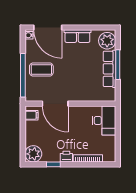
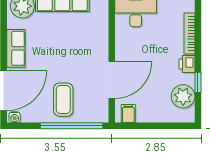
plant: (33, 154) -> (183, 96), moved

